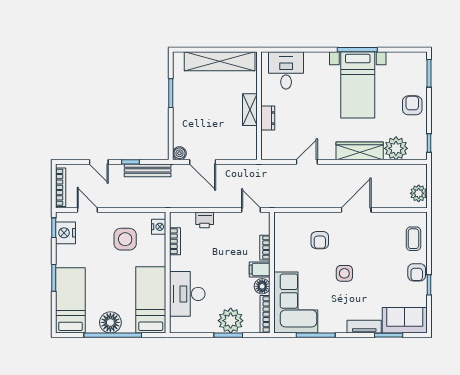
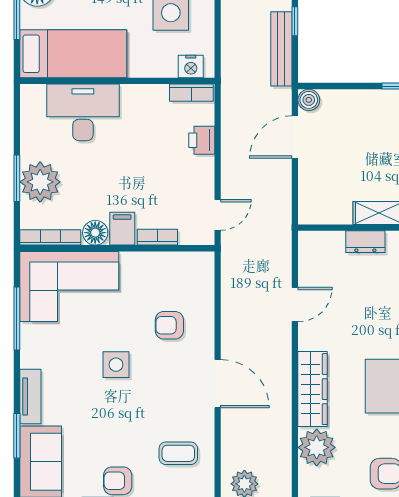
door: (307, 162) -> (295, 305), hinge flipped
coffee table: (413, 239) -> (178, 453), moved
bookcase: (175, 241) -> (191, 93), moved

